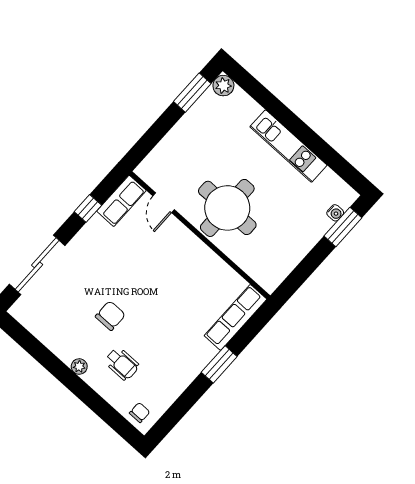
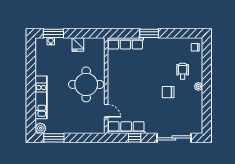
kitchen unit: (288, 146) -> (41, 97), moved
row of seats: (121, 201) -> (126, 128), width x1.48
door: (164, 203) -> (106, 111), hinge flipped
fridge: (295, 248) -> (78, 45), added

